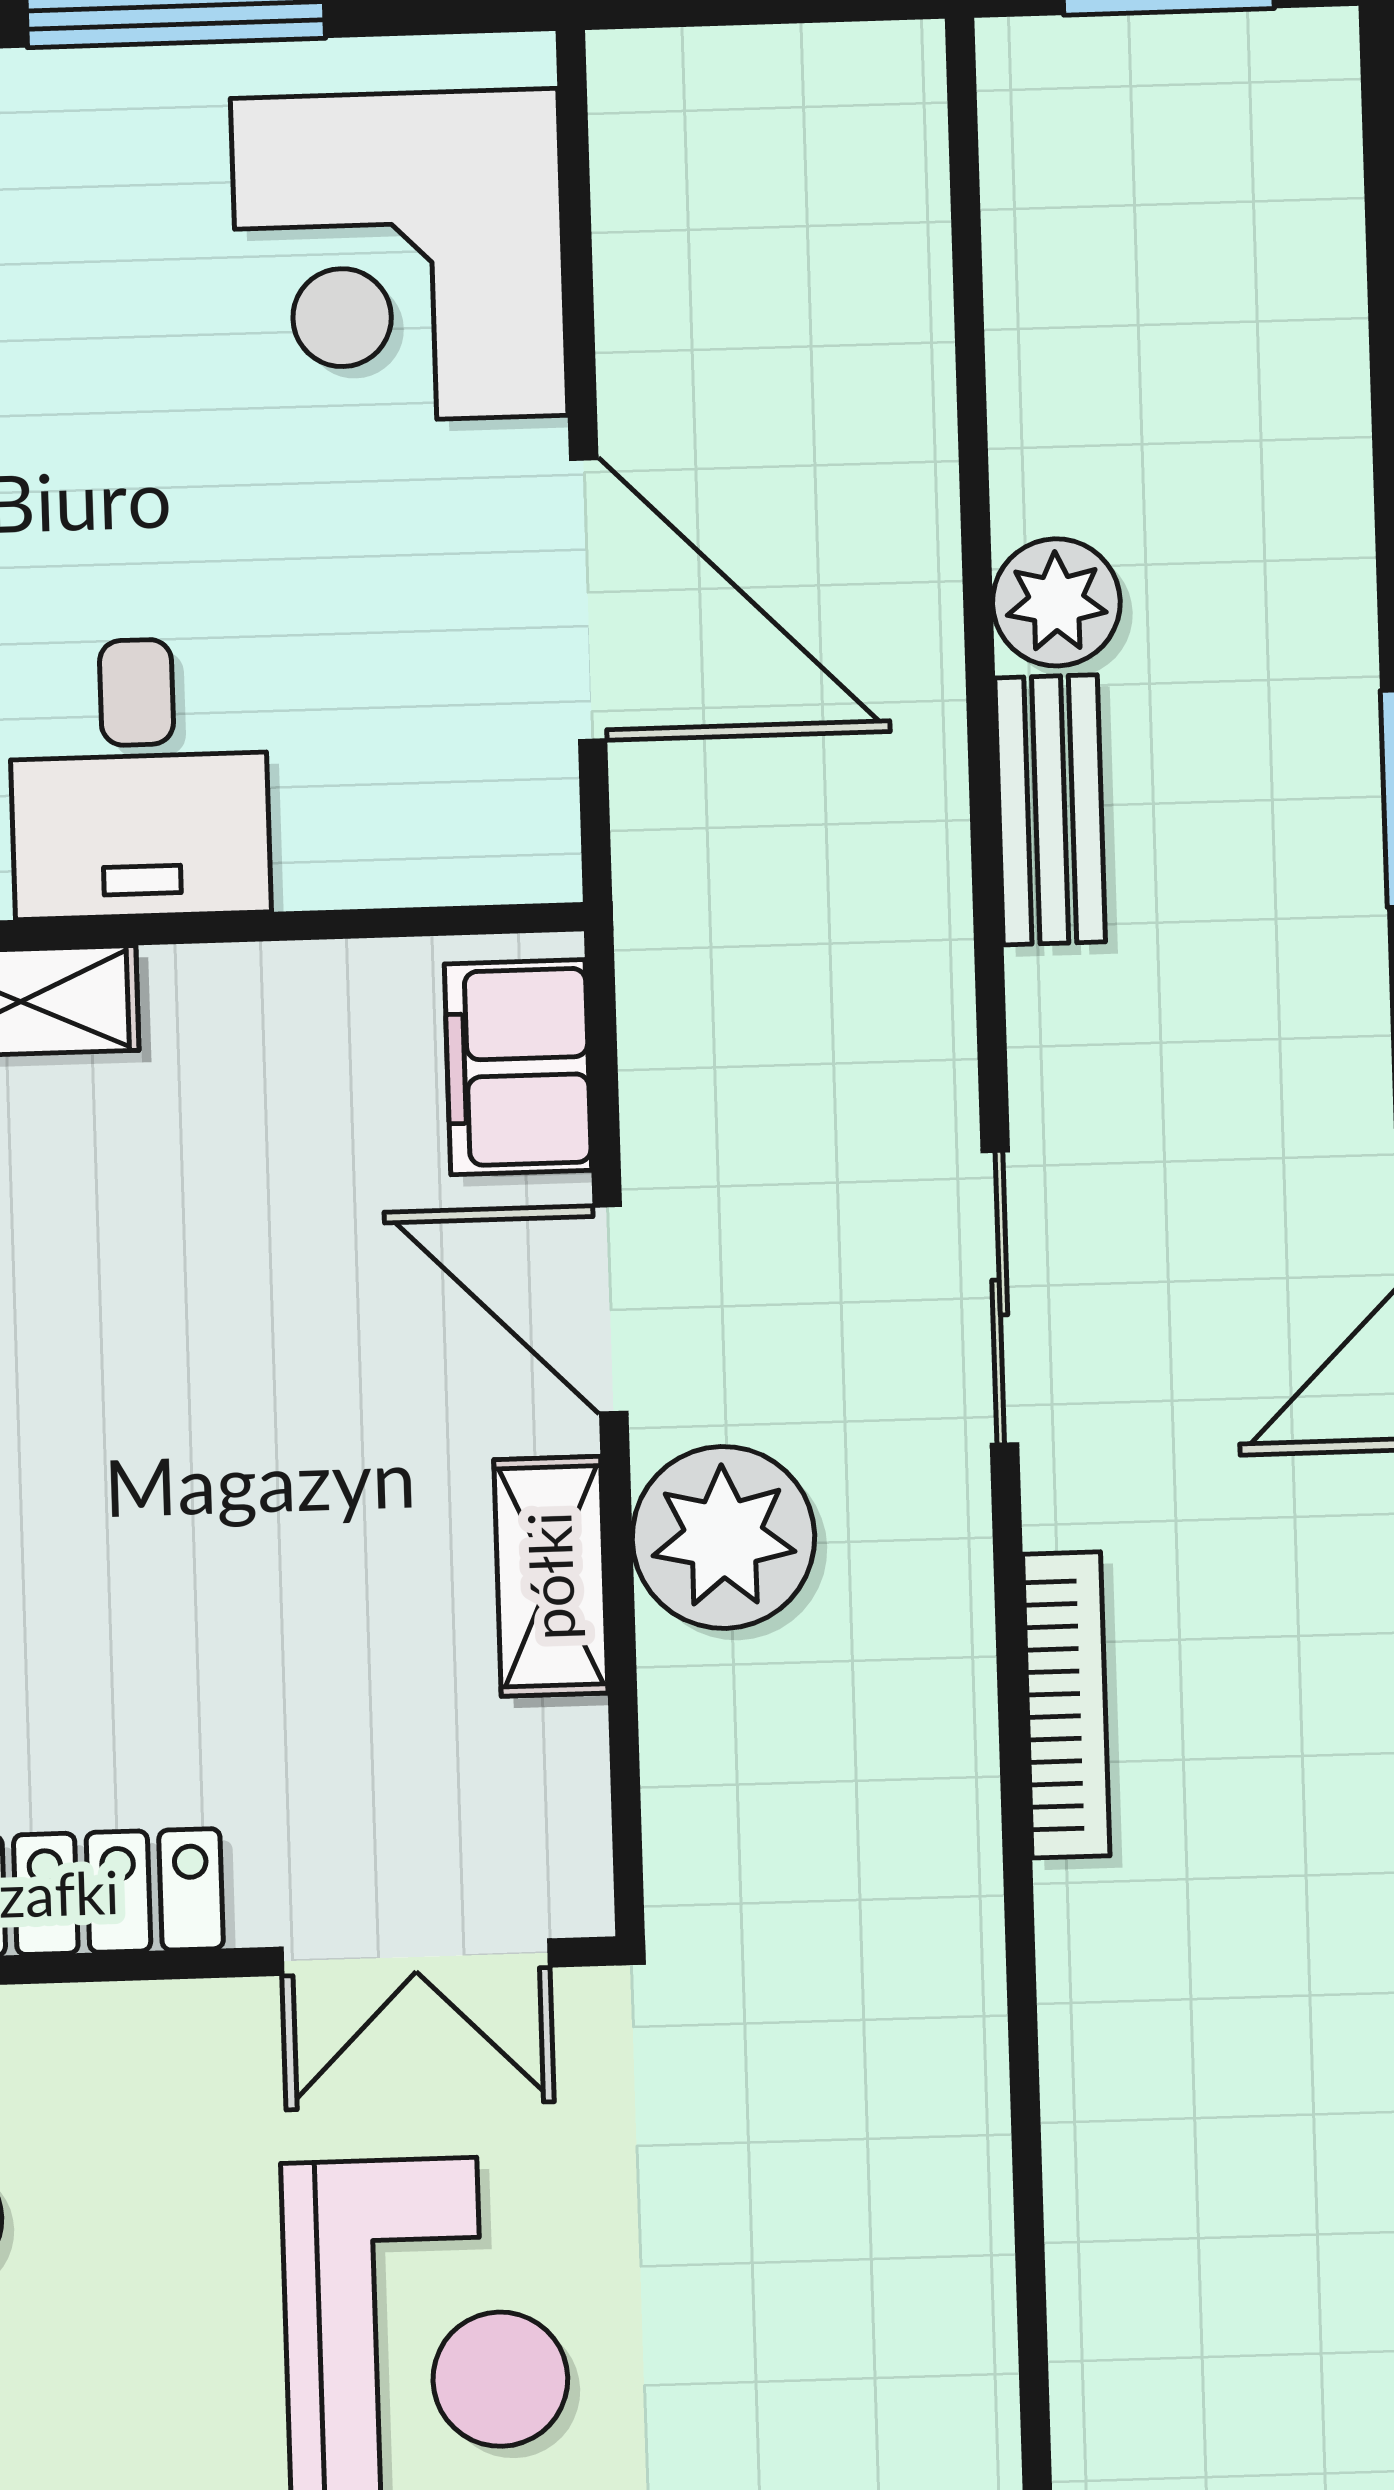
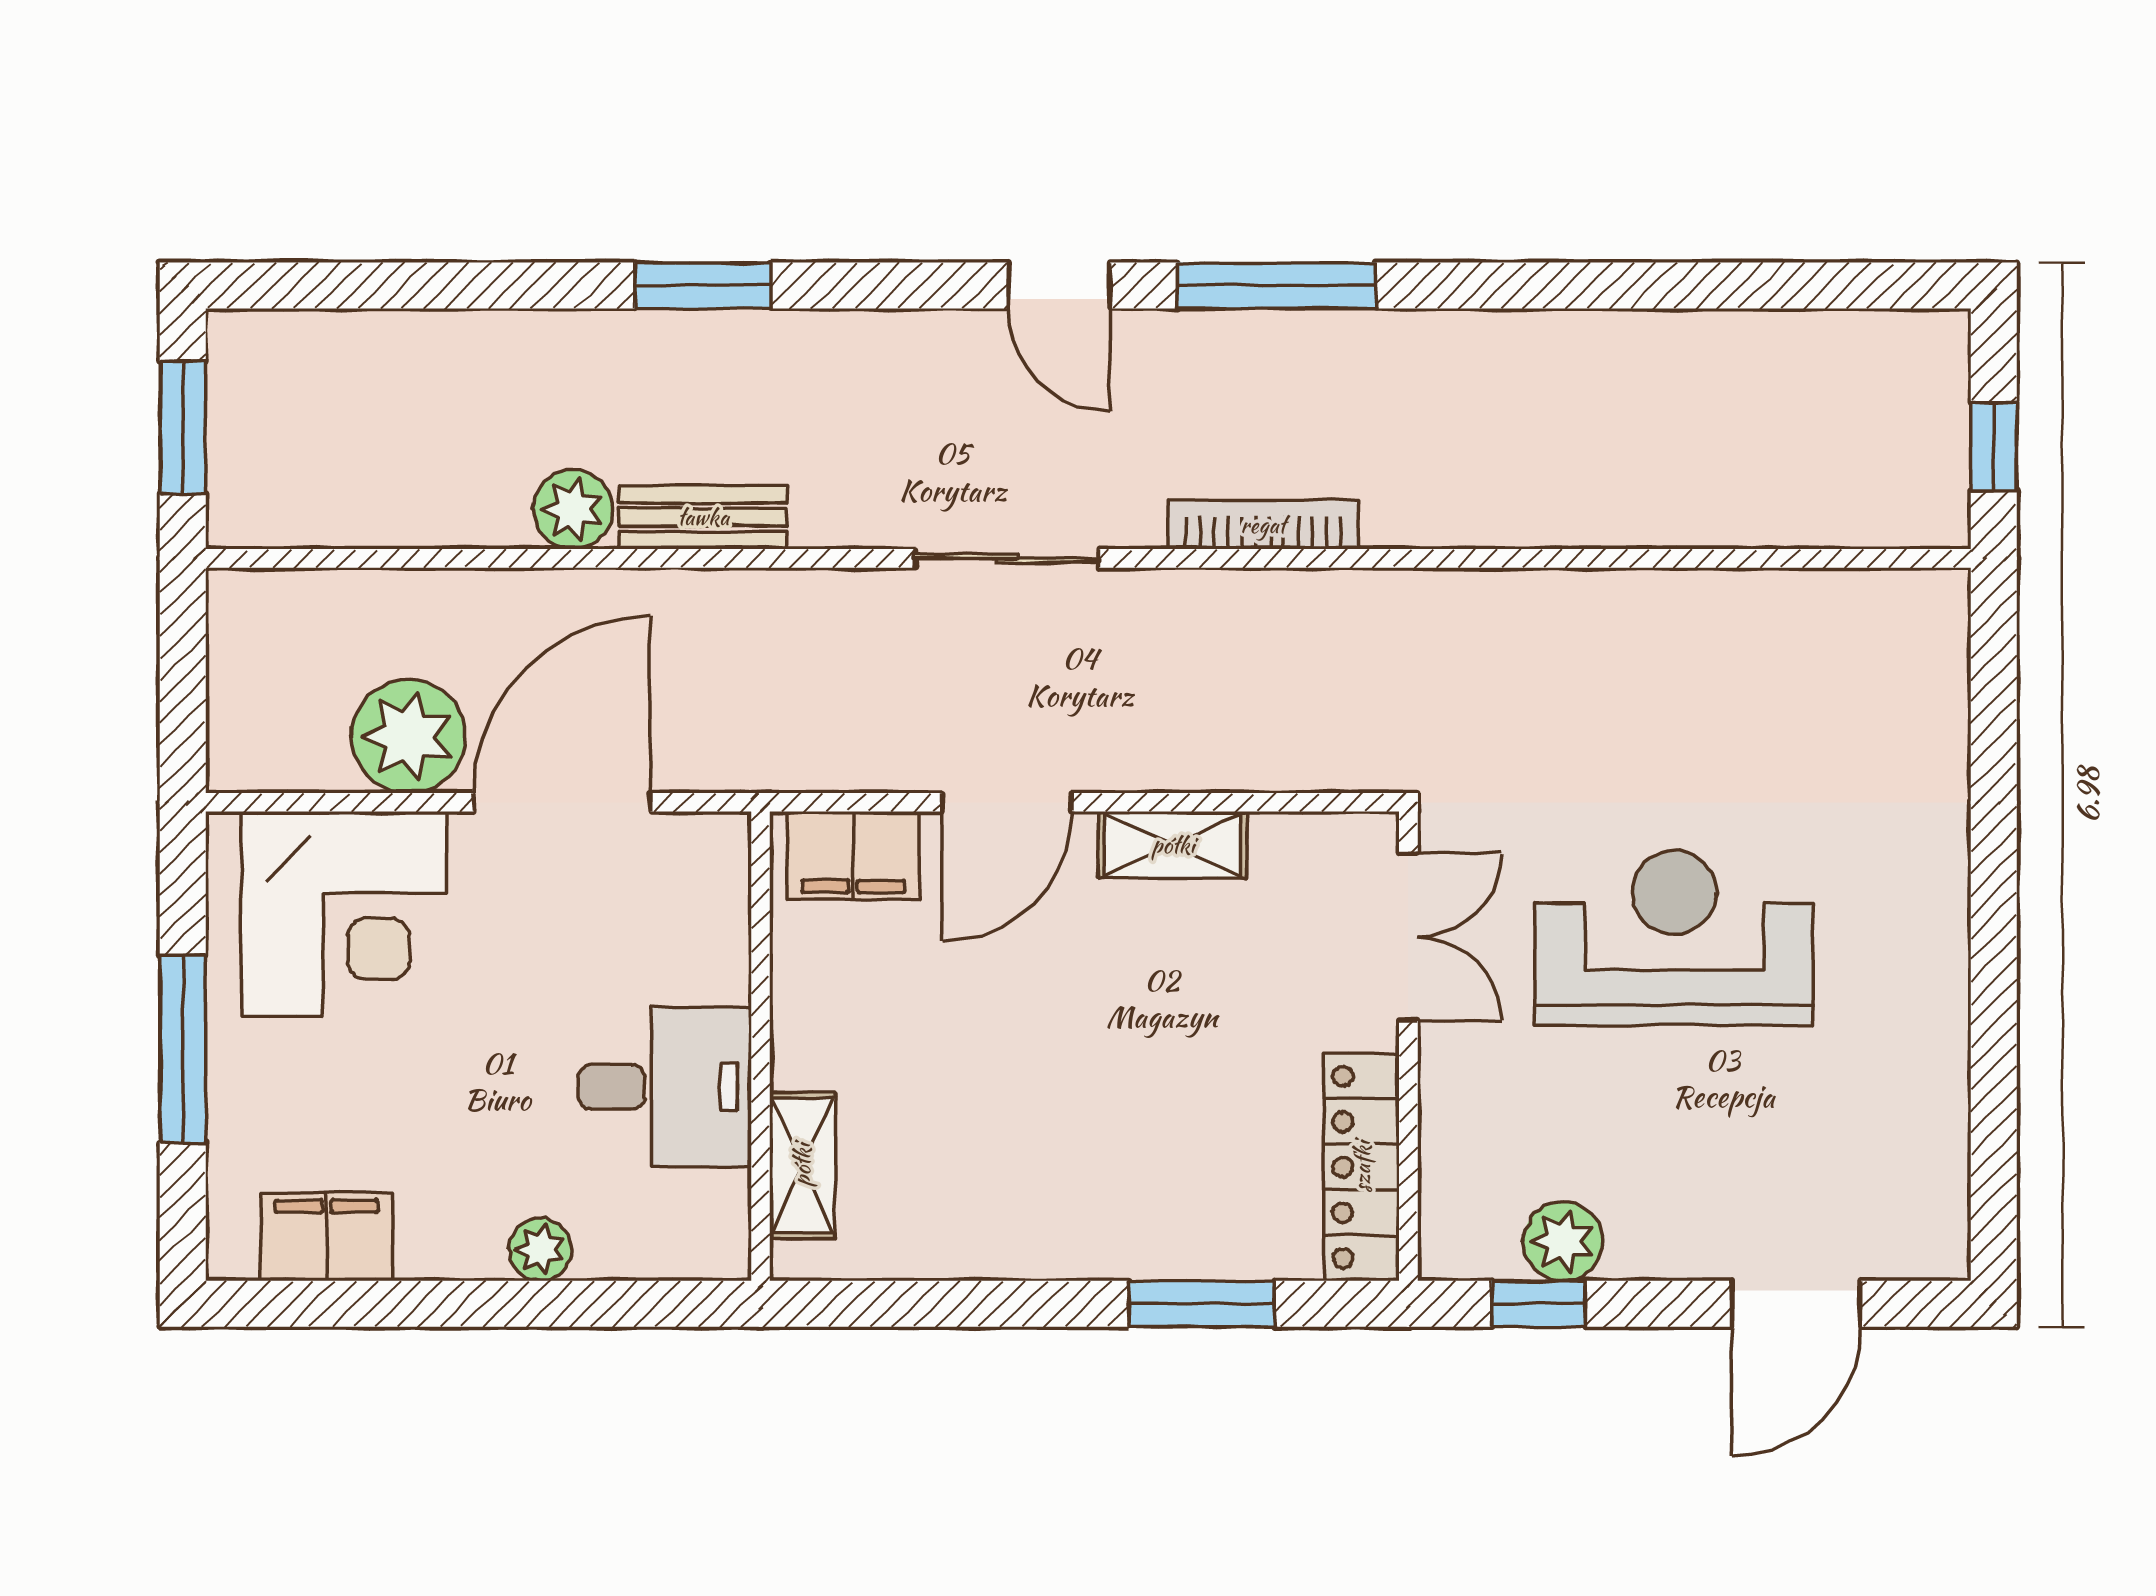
plant: (723, 1537) -> (408, 736), moved

